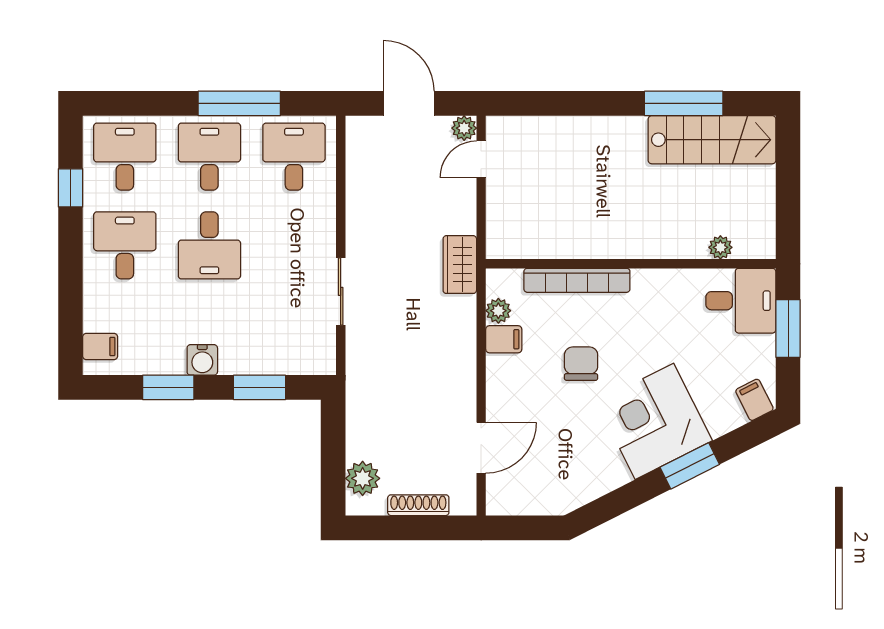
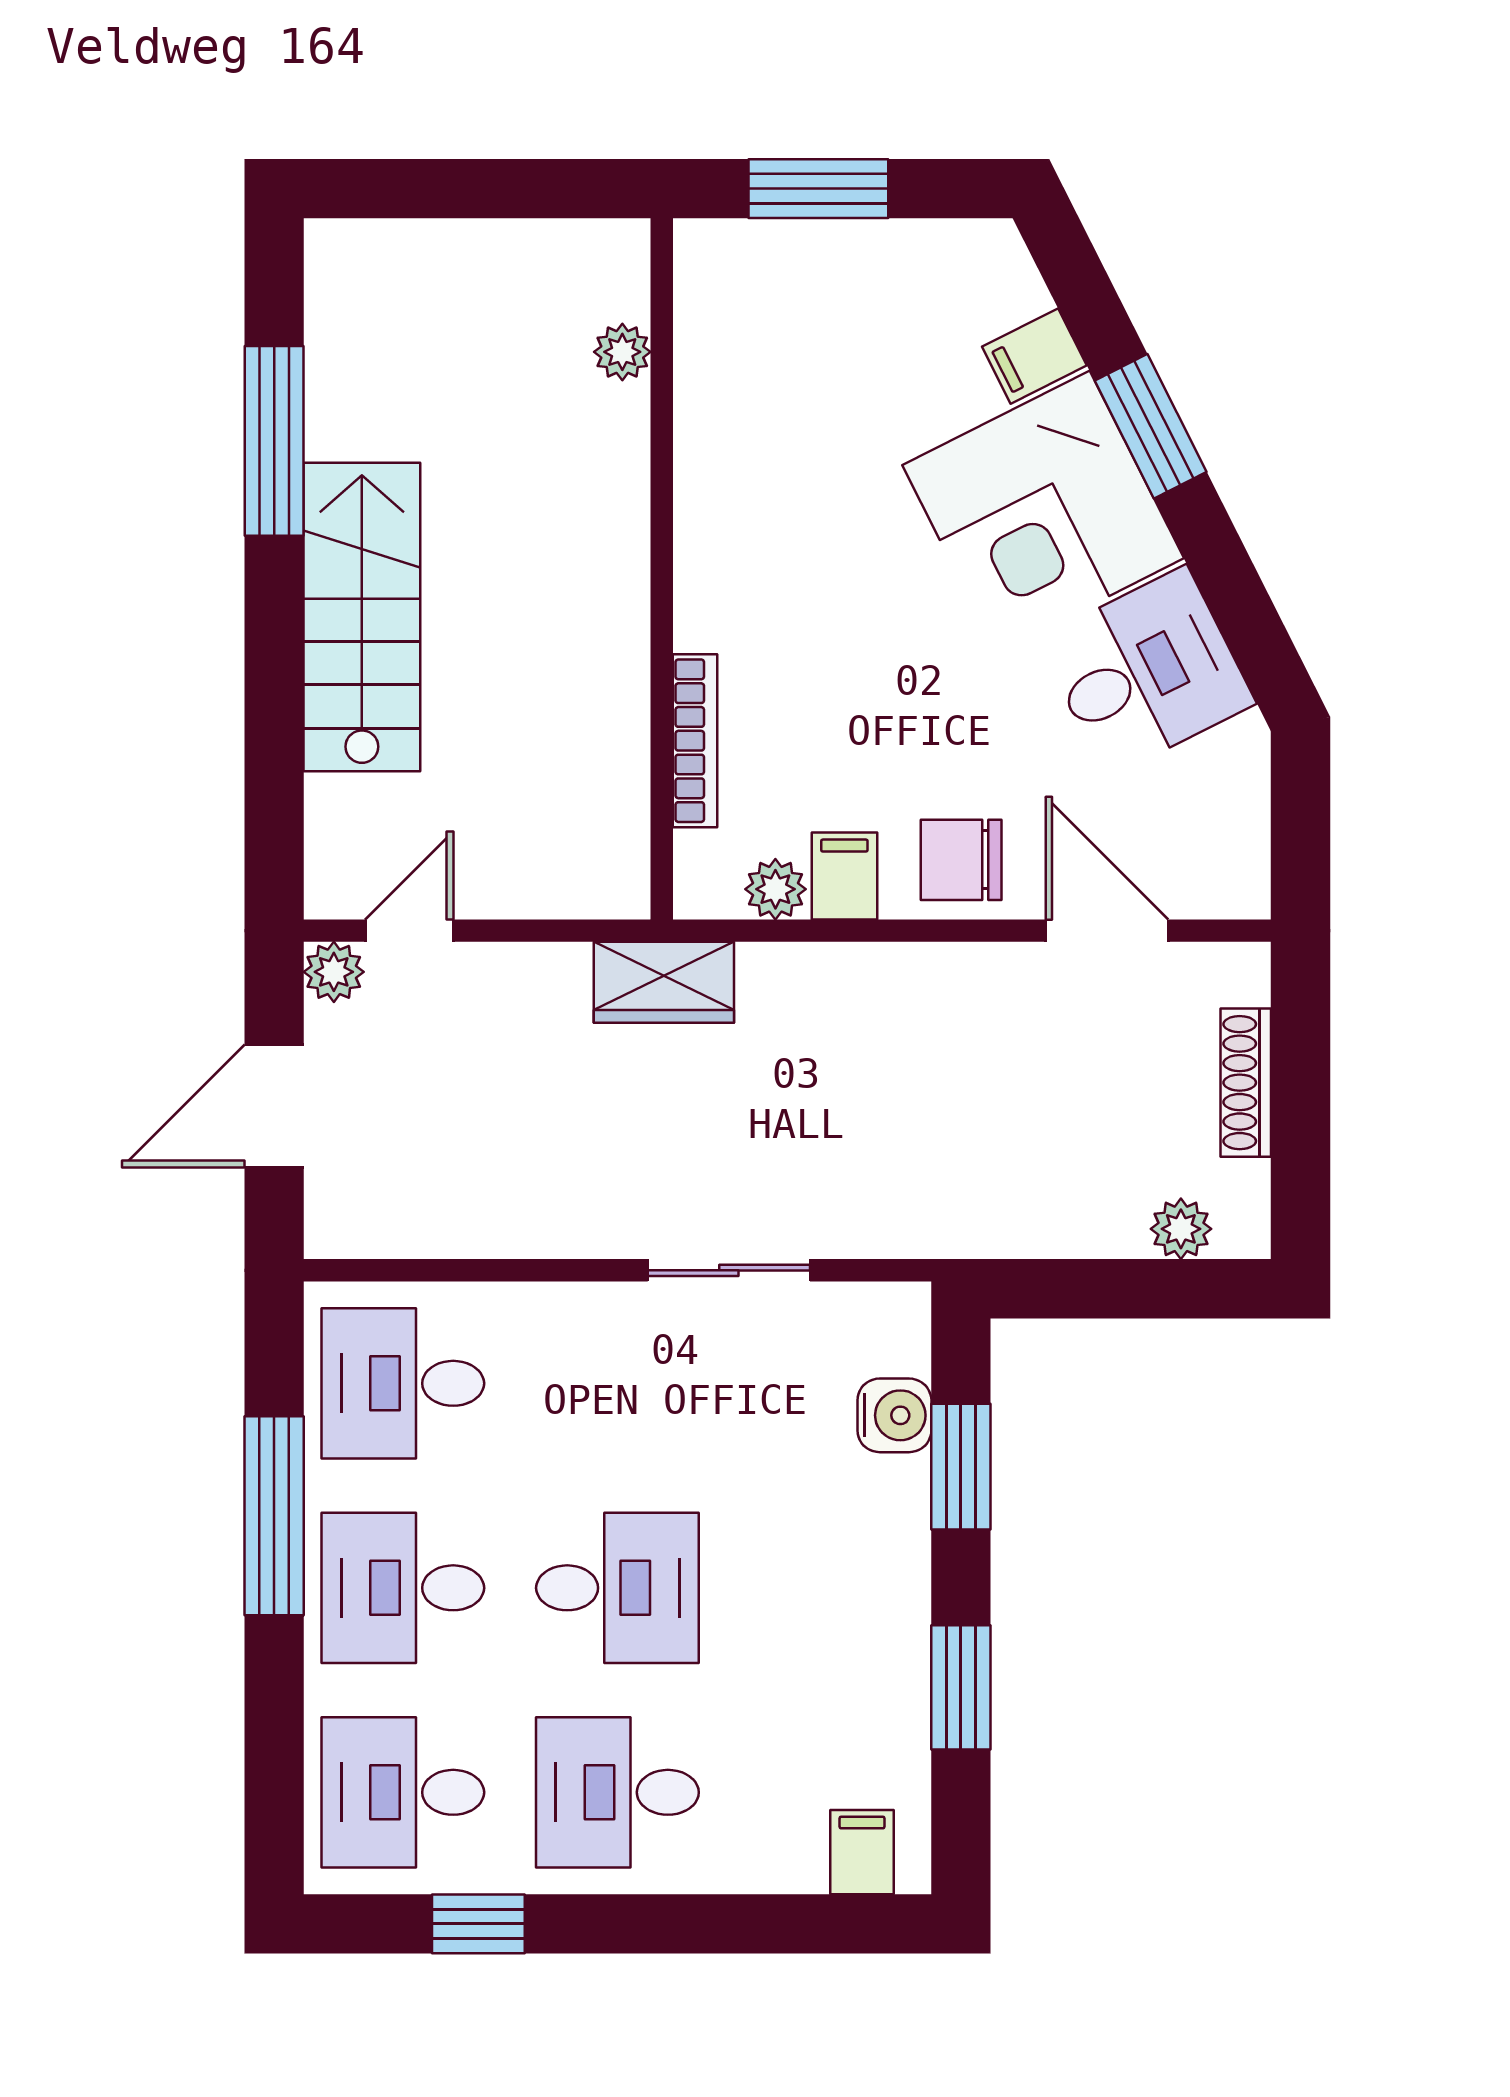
stairs: (712, 140) -> (362, 617), moved
door: (481, 159) -> (409, 931), swing flipped
bookcase: (577, 280) -> (695, 741), width x0.68, depth x0.76
desk: (741, 301) -> (1146, 672), moved, turned 63
water cooler: (202, 360) -> (894, 1415), moved
chair: (581, 364) -> (961, 860), moved
filing cabinet: (754, 400) -> (1034, 356), moved
plant: (363, 478) -> (1181, 1229), width x0.73, depth x0.73

